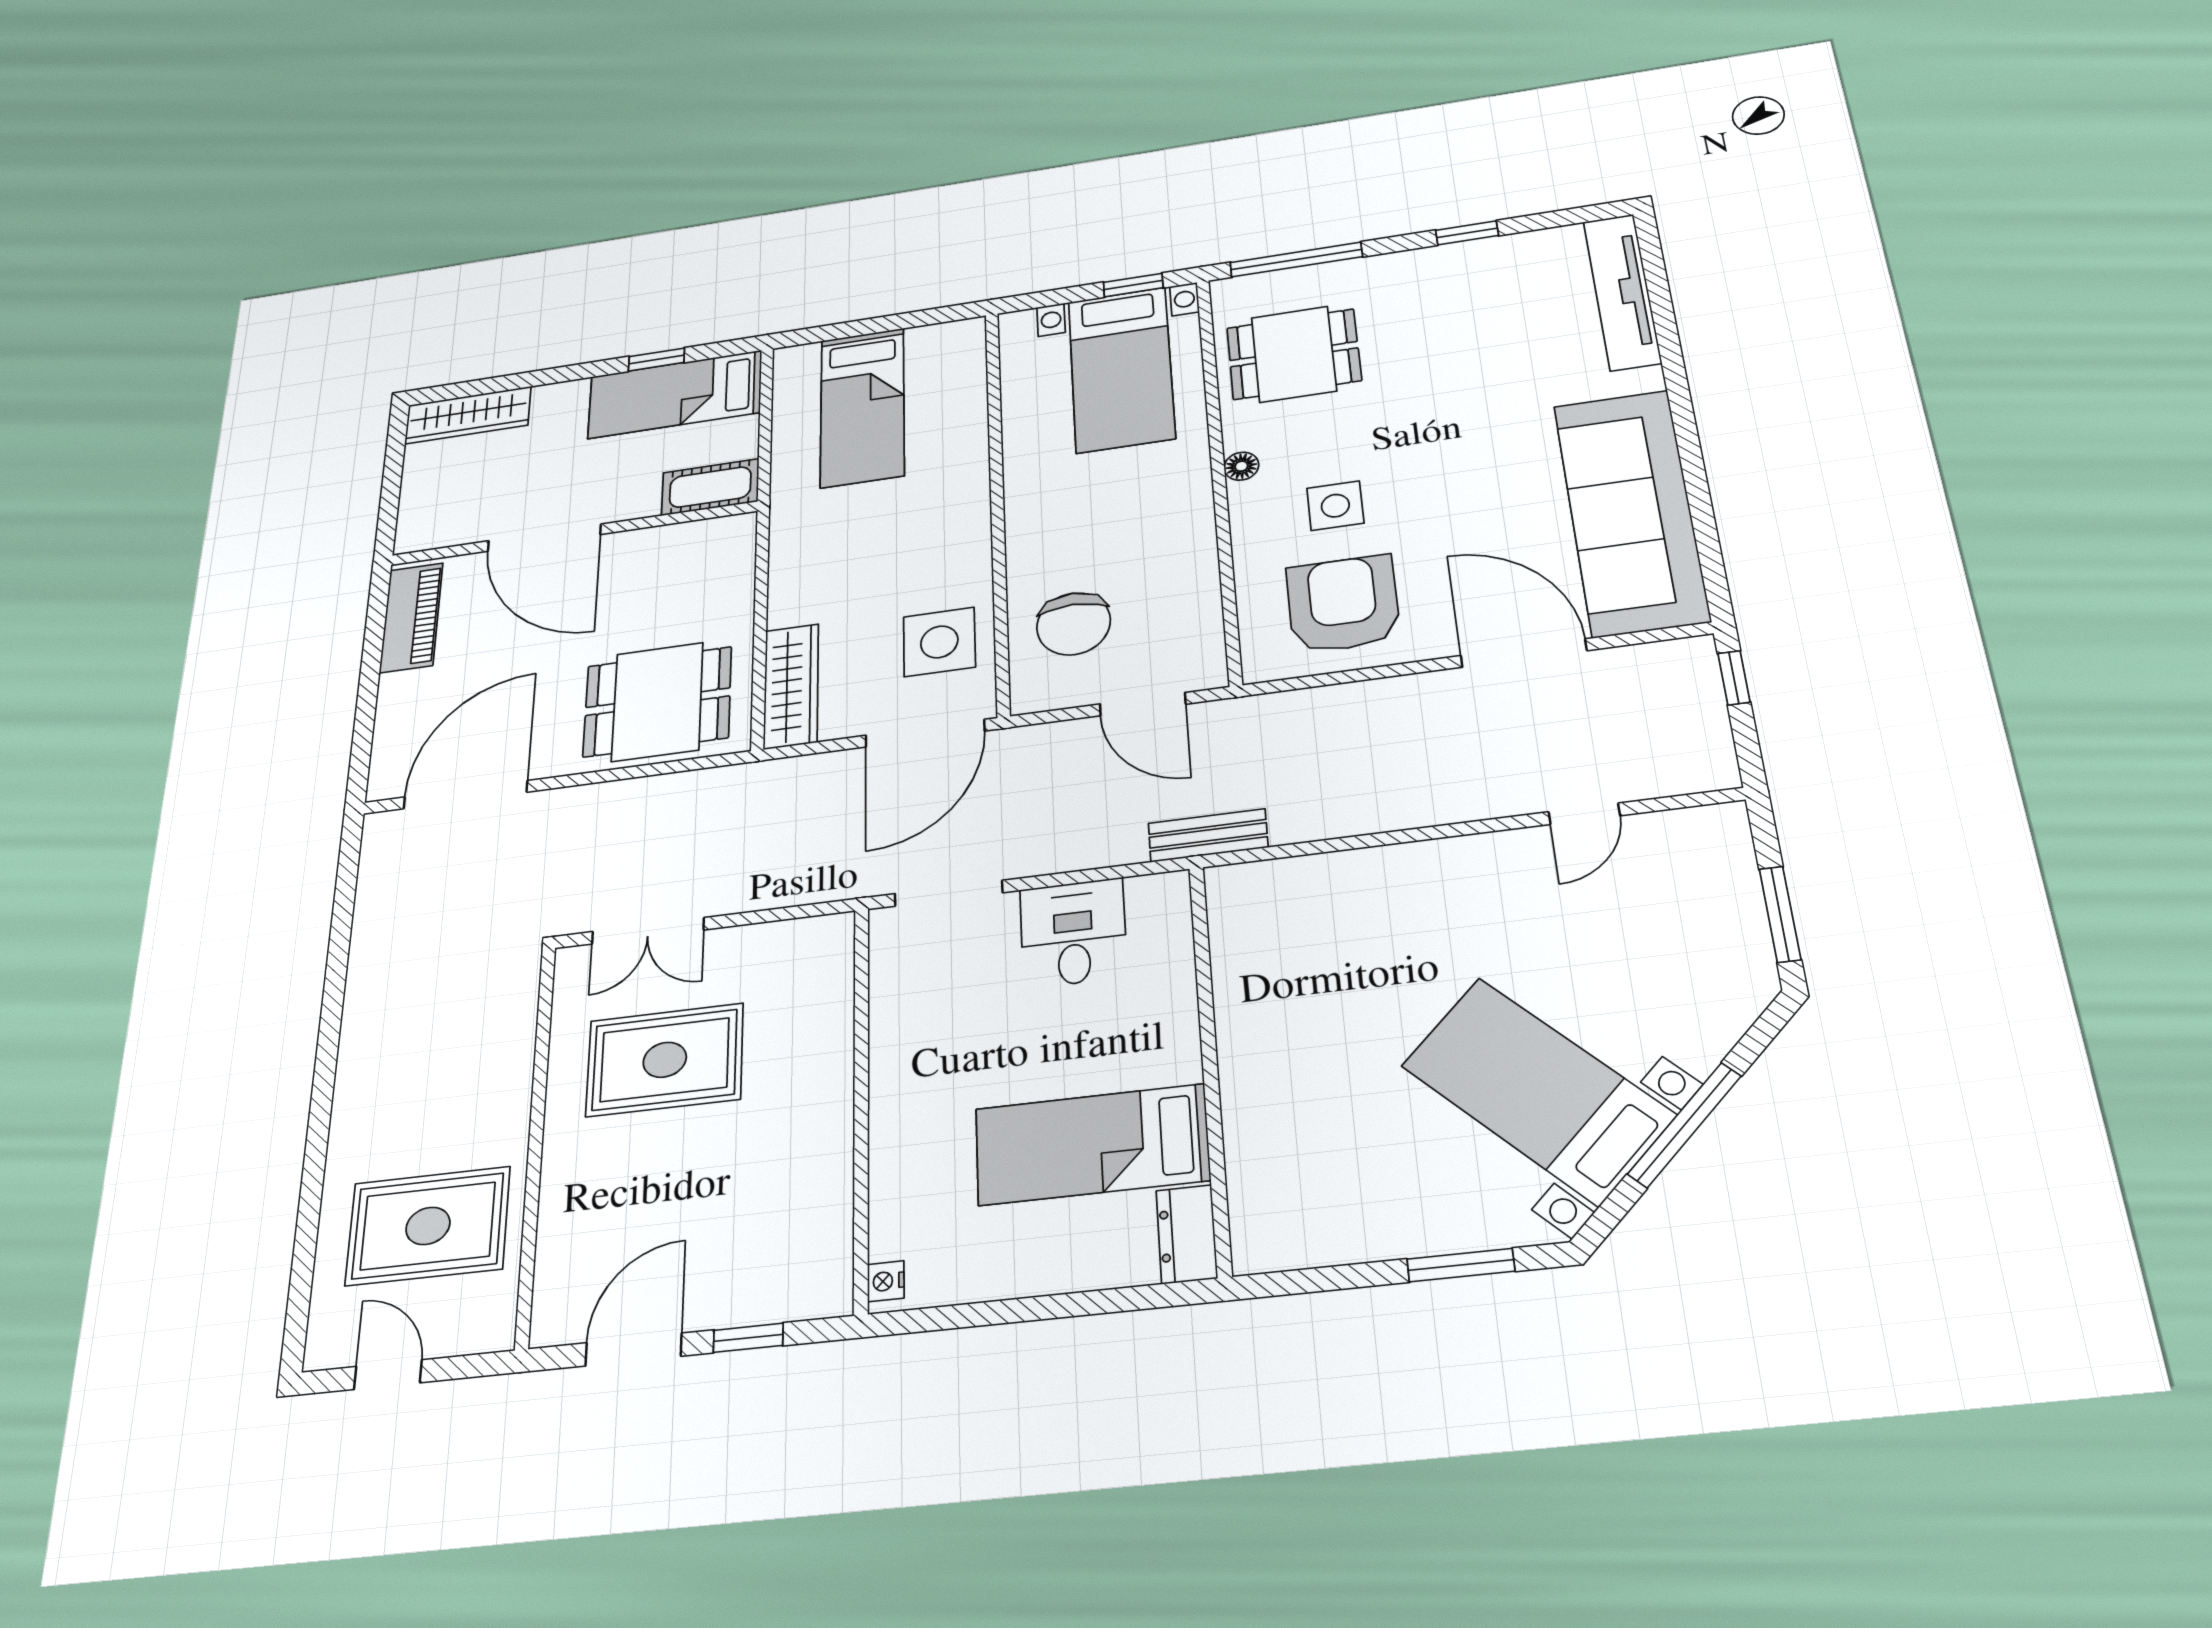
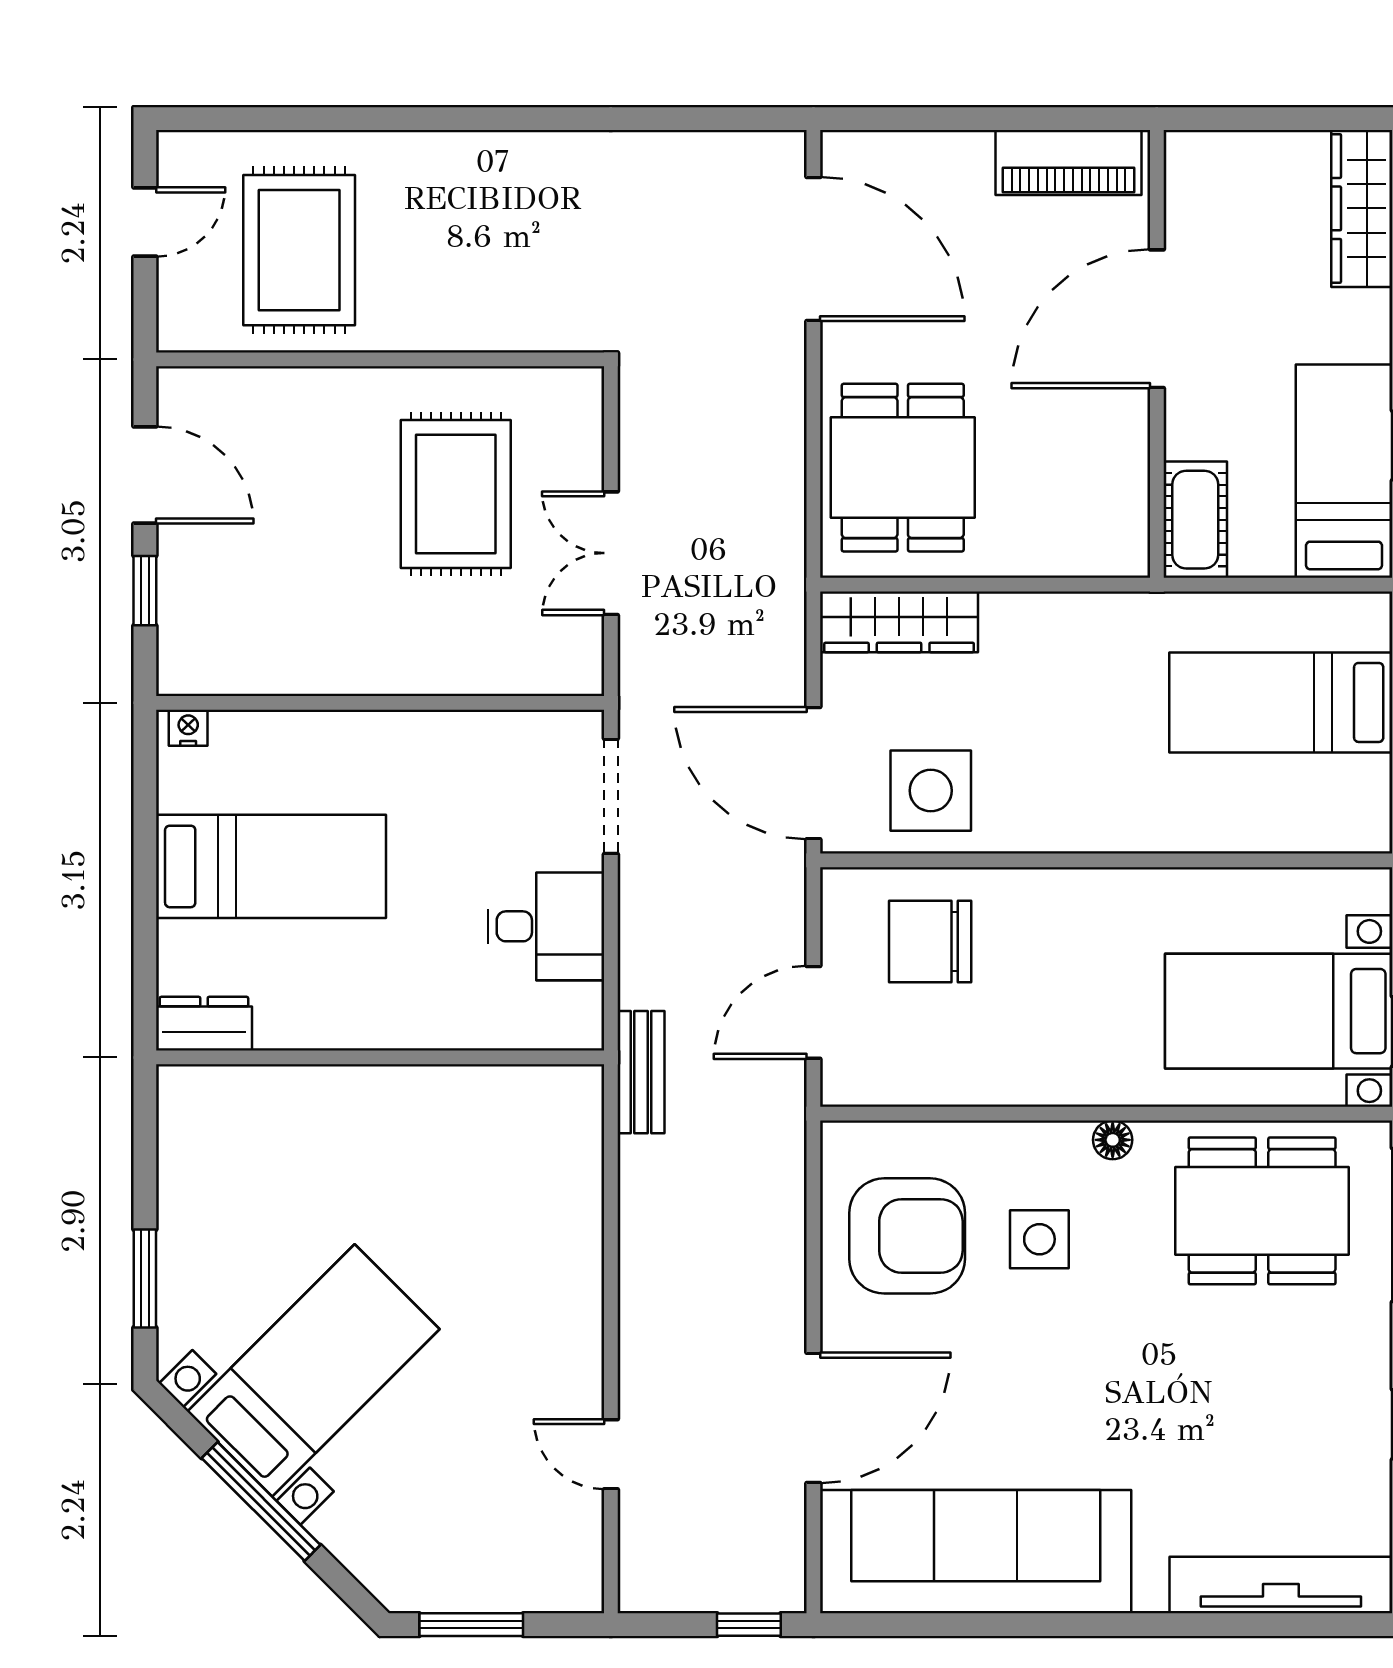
dining table: (1294, 354) -> (1262, 1211), width x1.38
double door: (648, 931) -> (611, 553), moved
bed: (1092, 1144) -> (271, 866), moved, turned 90

